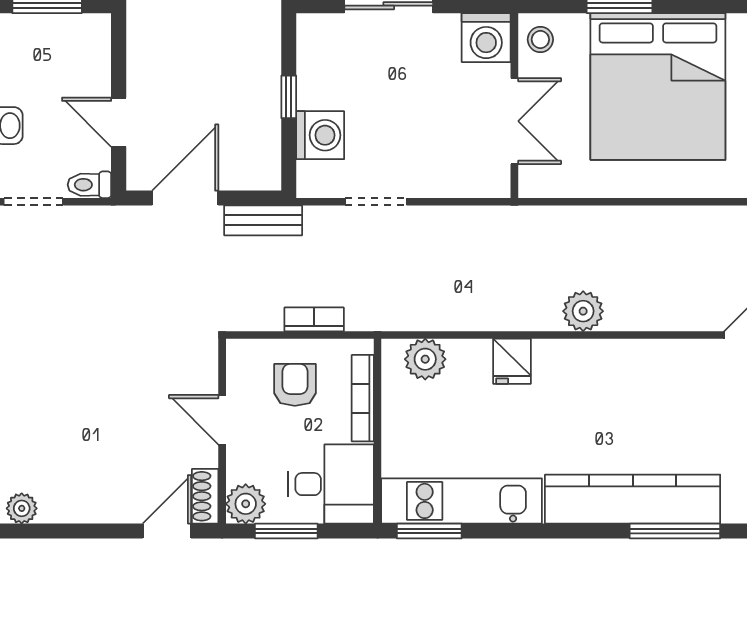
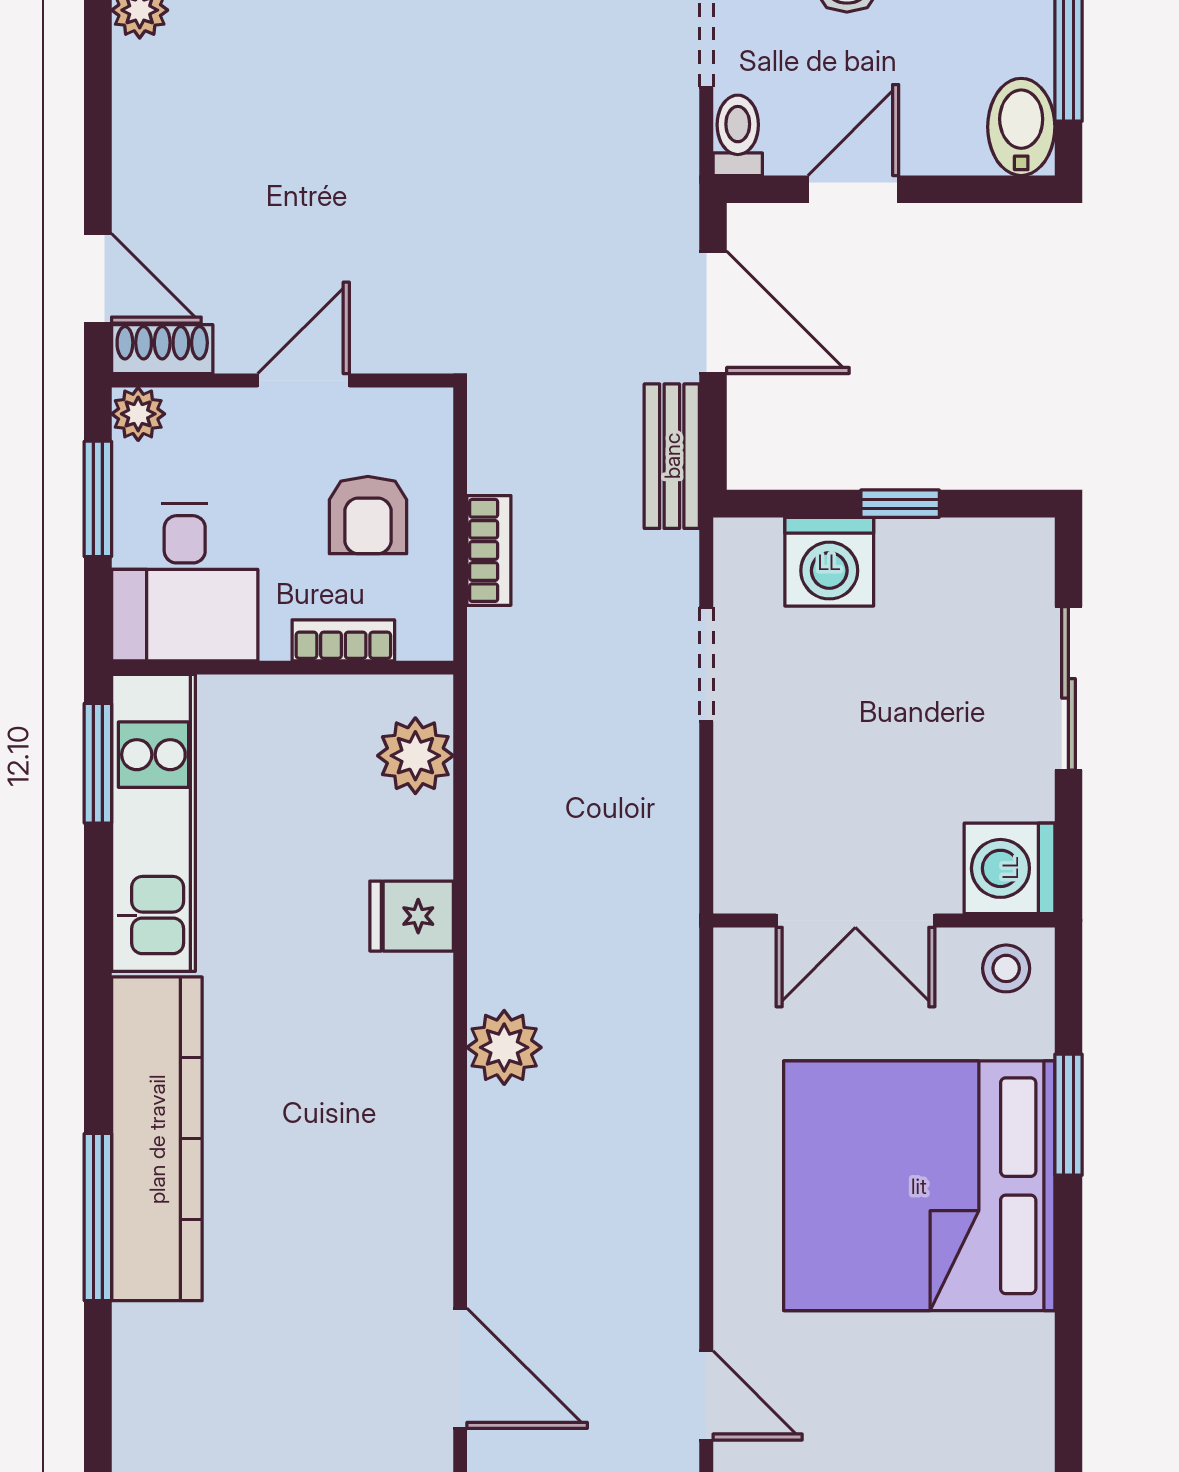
bidet: (85, 31) -> (1021, 127), added
armchair: (295, 385) -> (368, 515), turned 90
bookcase: (363, 398) -> (343, 640), width x0.64
plant: (246, 504) -> (138, 414), width x0.73, depth x0.73

